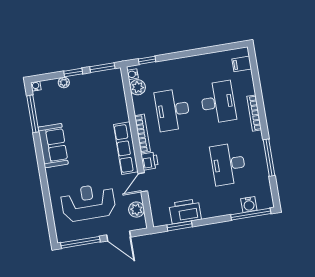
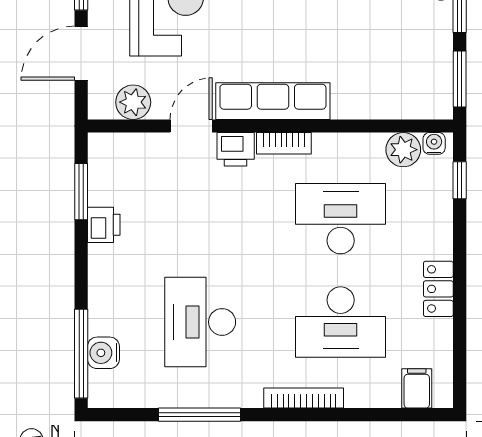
locker: (196, 62) -> (438, 289), added
bookcase: (142, 133) -> (284, 143), width x0.64
desk: (228, 164) -> (200, 322), turned -90
door: (143, 182) -> (191, 126), hinge flipped
printer: (185, 211) -> (104, 225), width x0.53, depth x0.68

